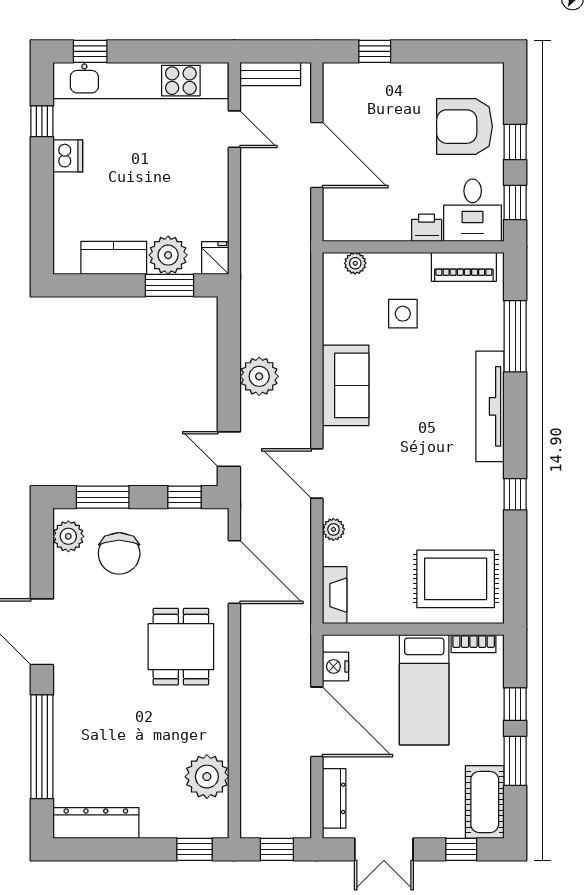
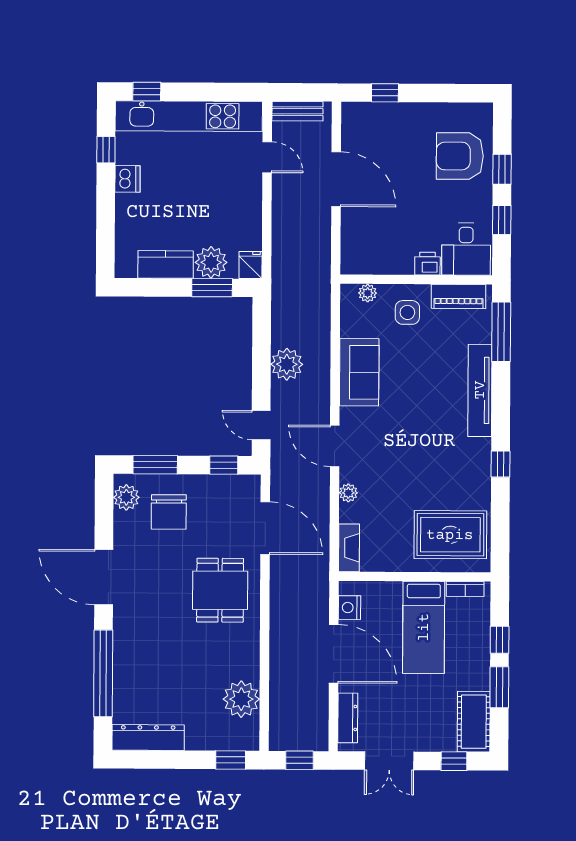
desk: (473, 210) -> (466, 249), moved
printer: (427, 228) -> (427, 264), moved
wall: (413, 247) -> (416, 280), moved
plant: (355, 263) -> (368, 293), moved
piano: (464, 267) -> (459, 296), moved

